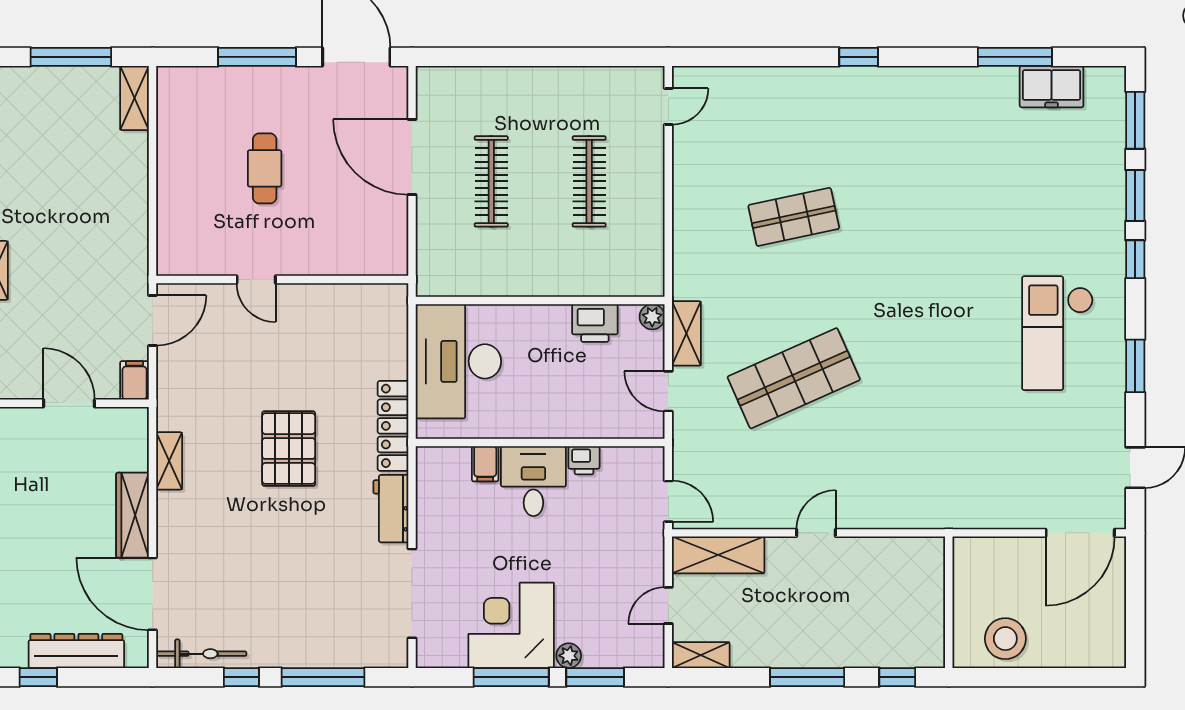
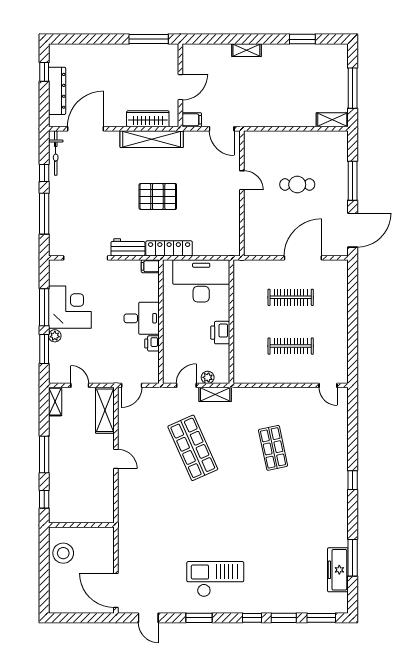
freezer: (1052, 87) -> (338, 570), width x1.40
door: (256, 280) -> (242, 180), swing flipped
plant: (652, 317) -> (208, 377), moved
printer: (595, 323) -> (220, 333), moved
shelving: (169, 461) -> (152, 139), width x2.20, depth x1.33
filing cabinet: (485, 464) -> (150, 266), moved
wardrobe: (133, 515) -> (148, 119), moved

